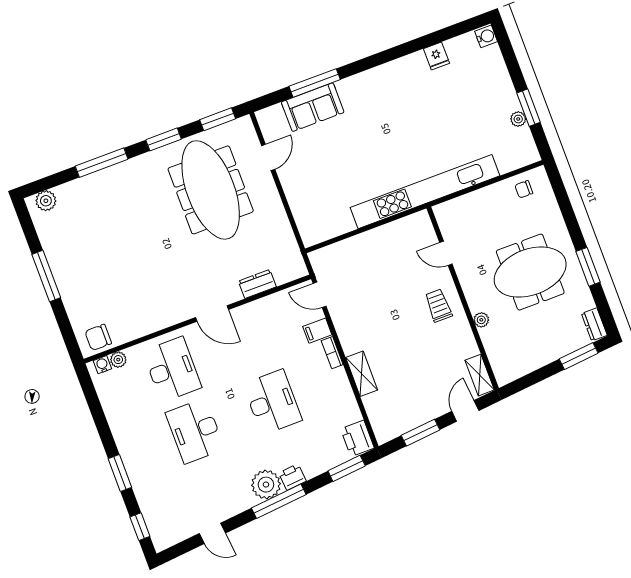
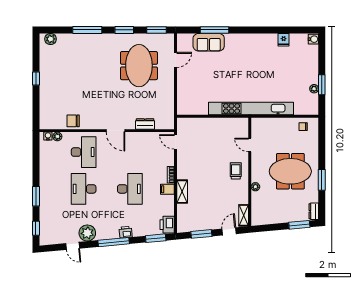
meeting table: (211, 190) -> (139, 66), width x0.73
window: (46, 276) -> (36, 79), width x0.46
filing cabinet: (317, 331) -> (167, 189), moved
chair: (98, 337) -> (73, 121), moved
plant: (266, 485) -> (87, 233), moved

